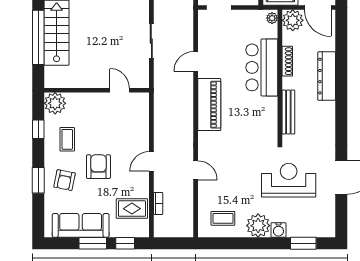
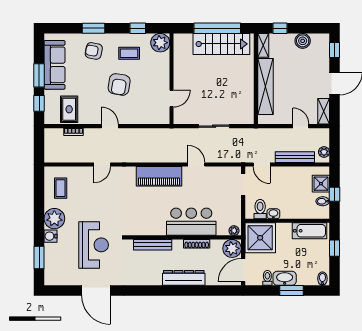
armchair: (98, 167) -> (119, 84), moved, turned 99

